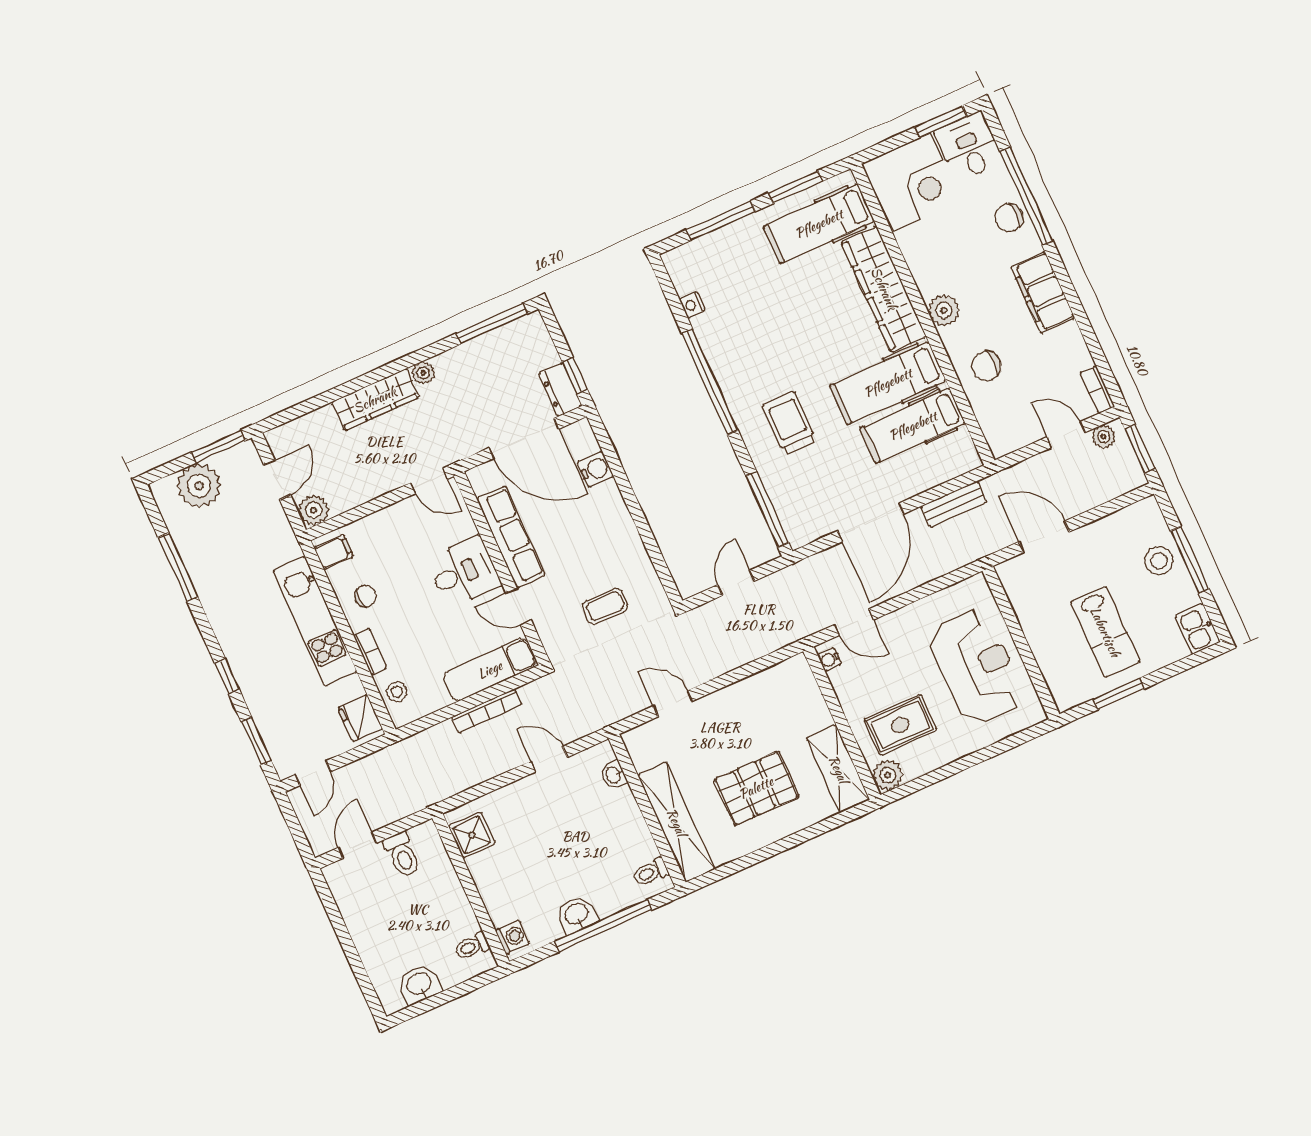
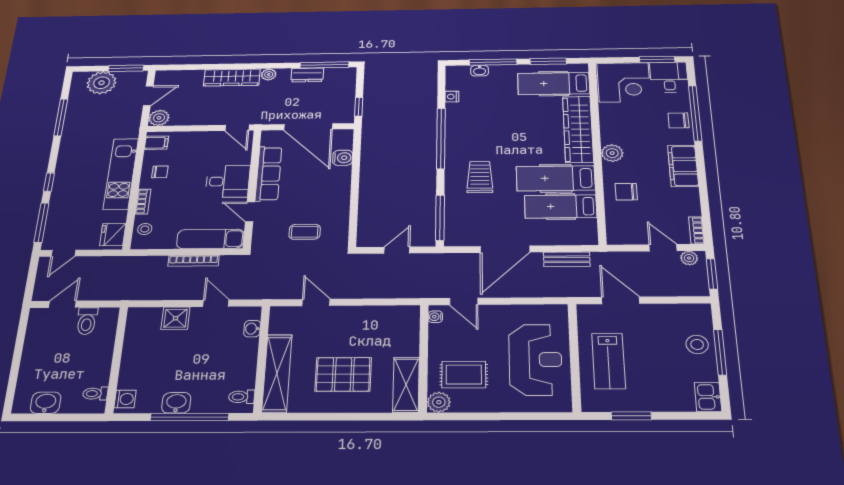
washbasin: (709, 243) -> (480, 71), added
dresser: (560, 390) -> (307, 75), moved, turned -90
lab bench: (1105, 632) -> (609, 361), moved
window: (256, 741) -> (42, 223), width x1.44
shower: (472, 835) -> (176, 318), moved

